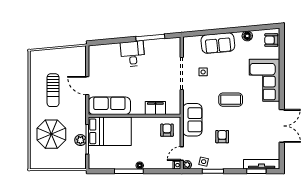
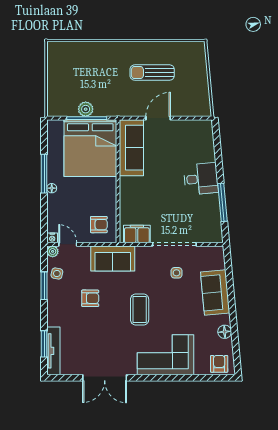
filing cabinet: (155, 108) -> (137, 234), moved, turned -90
bed: (110, 131) -> (90, 148), width x1.36
parasol: (51, 134) -> (94, 70), removed

